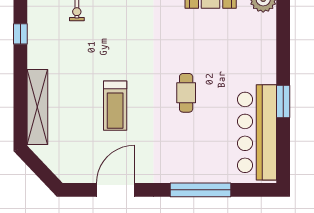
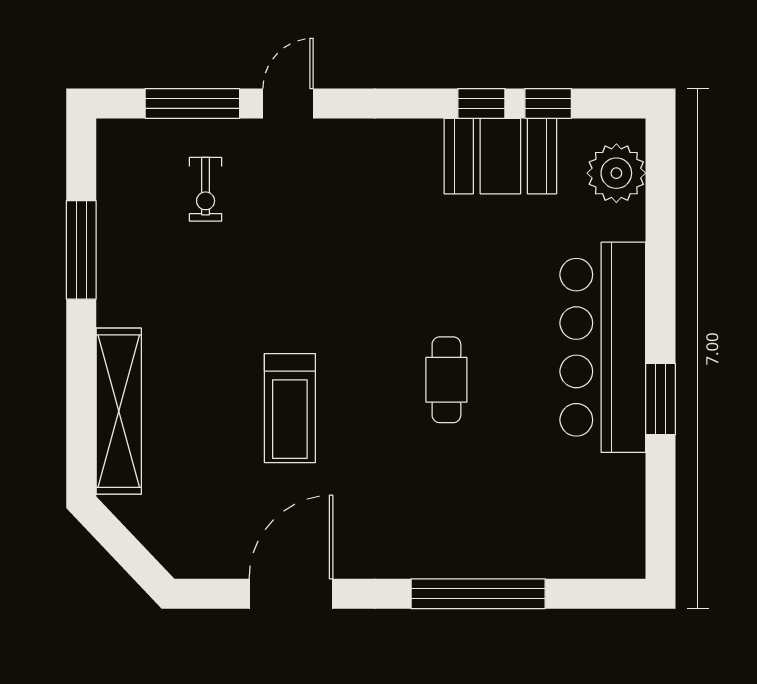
window: (20, 34) -> (81, 250), width x2.17
bar counter: (257, 132) -> (603, 347), moved

